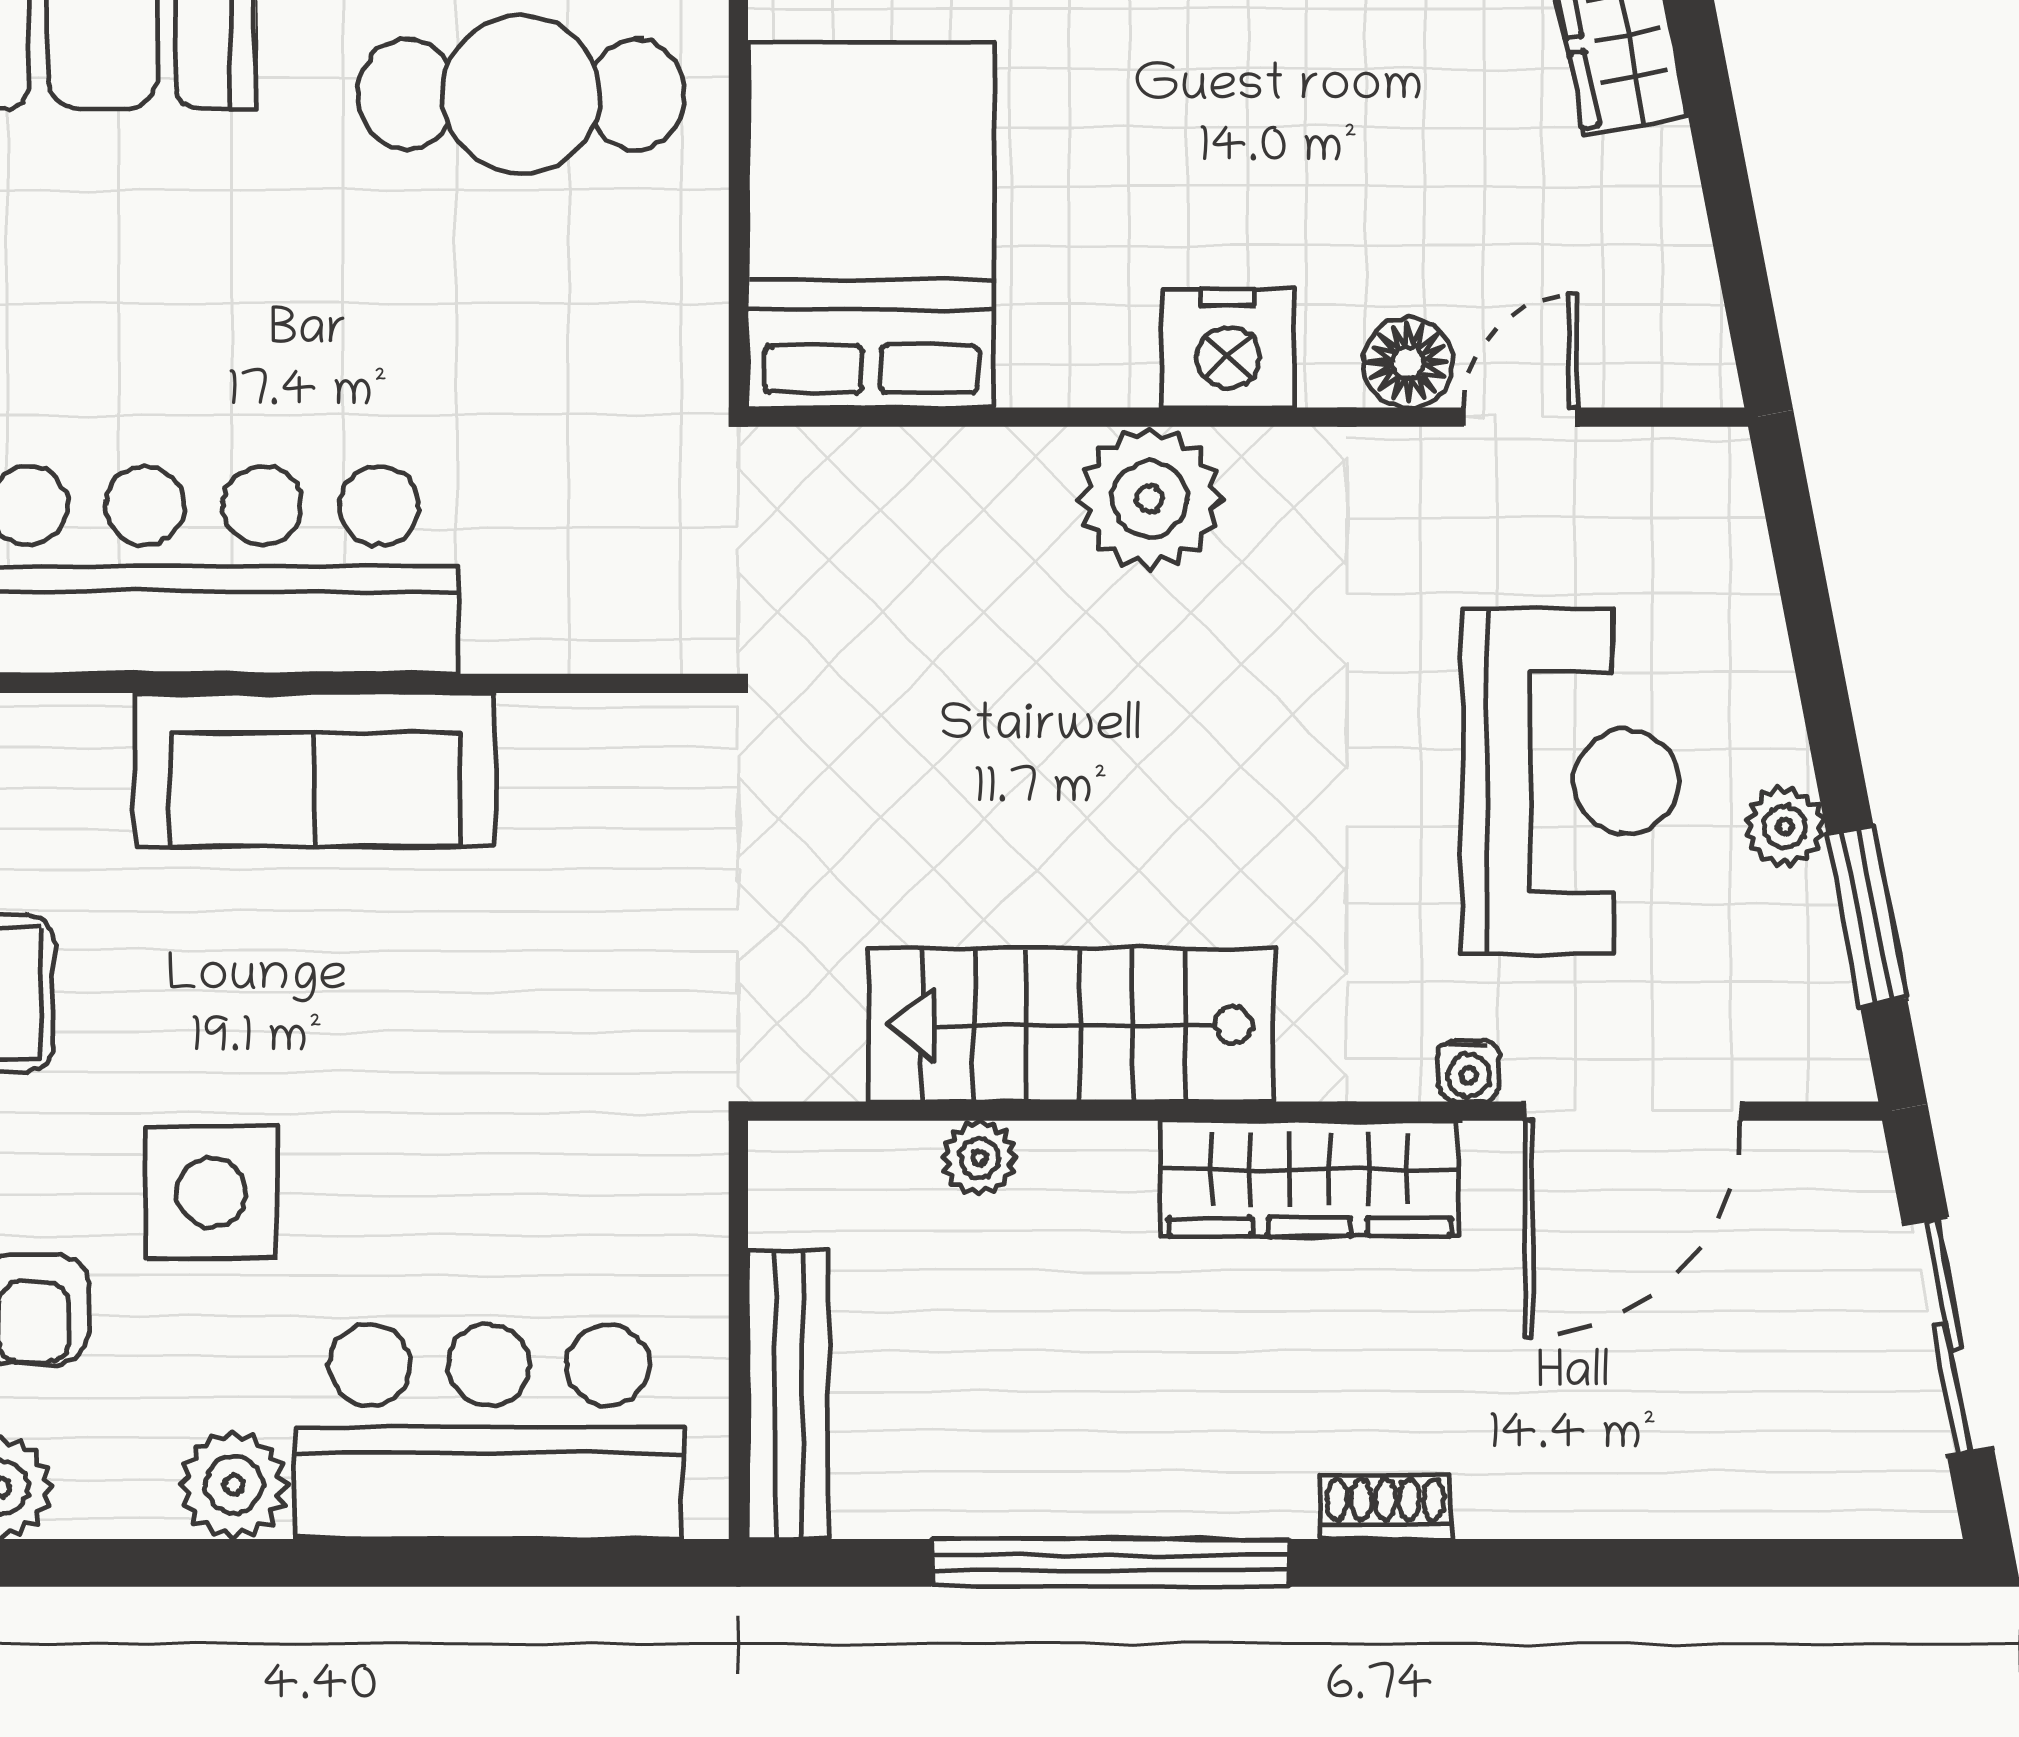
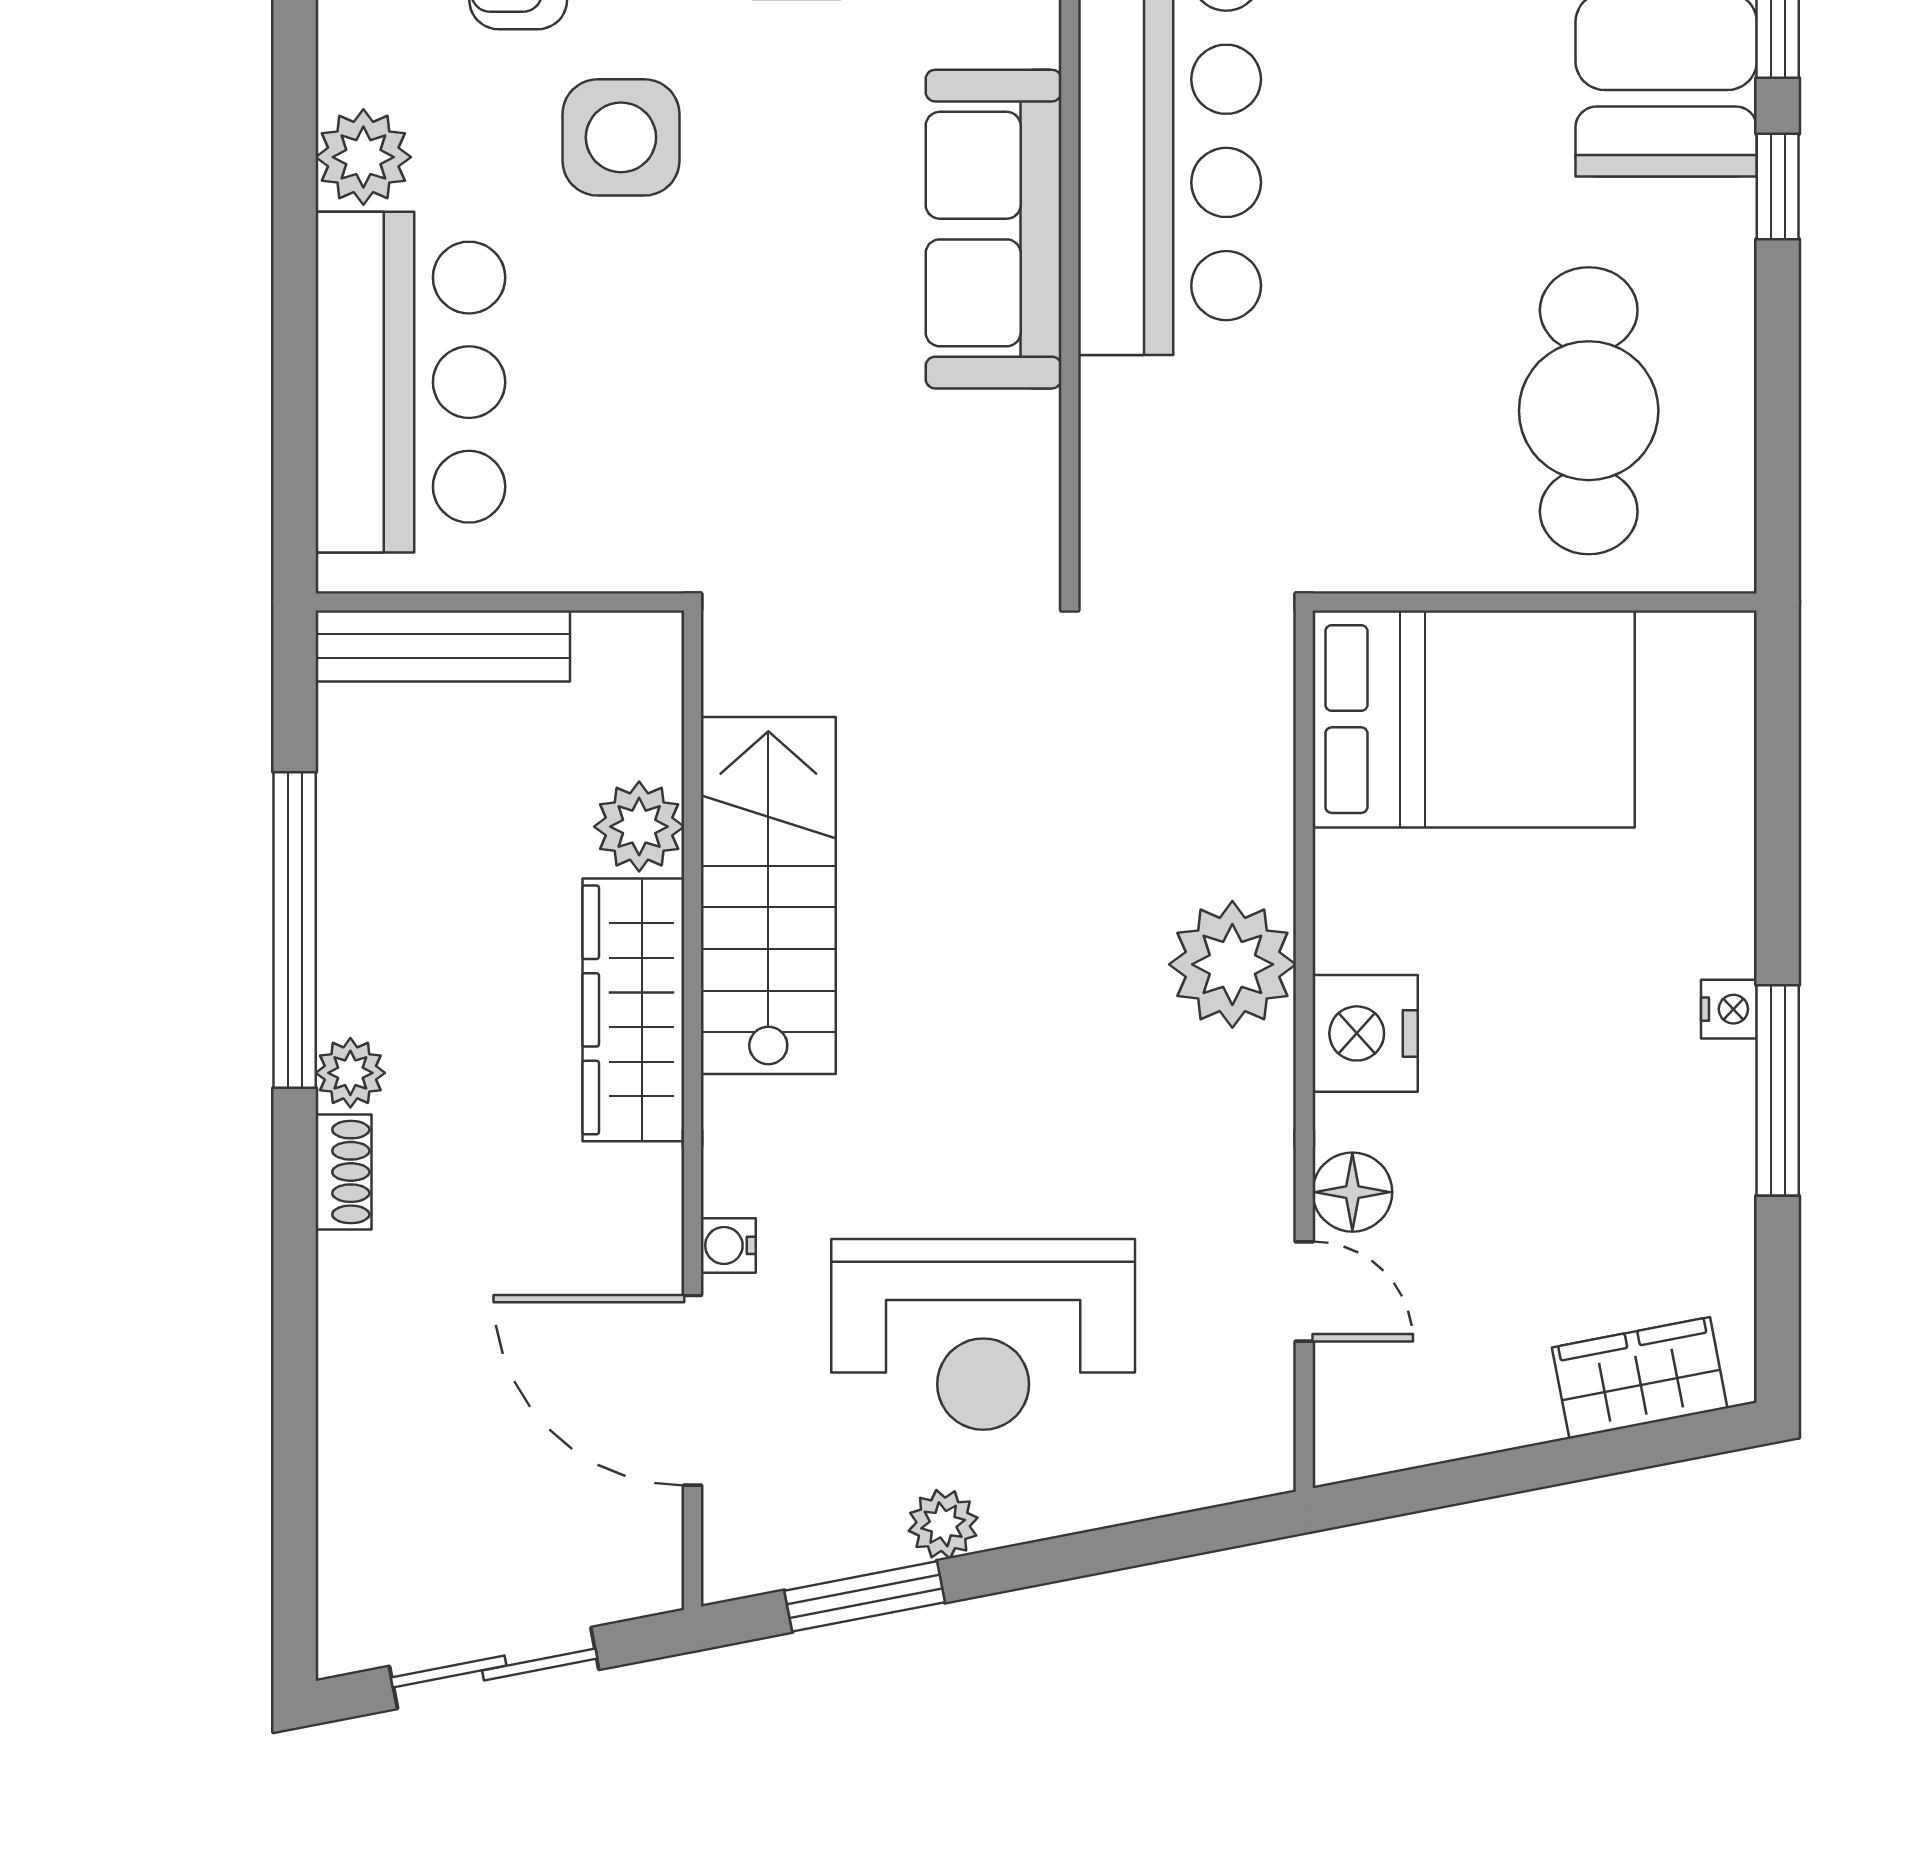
plant: (979, 1158) -> (639, 827), width x1.38, depth x1.38
wardrobe: (1309, 1178) -> (633, 1010), moved
plant: (1273, 1500) -> (350, 1073), added

